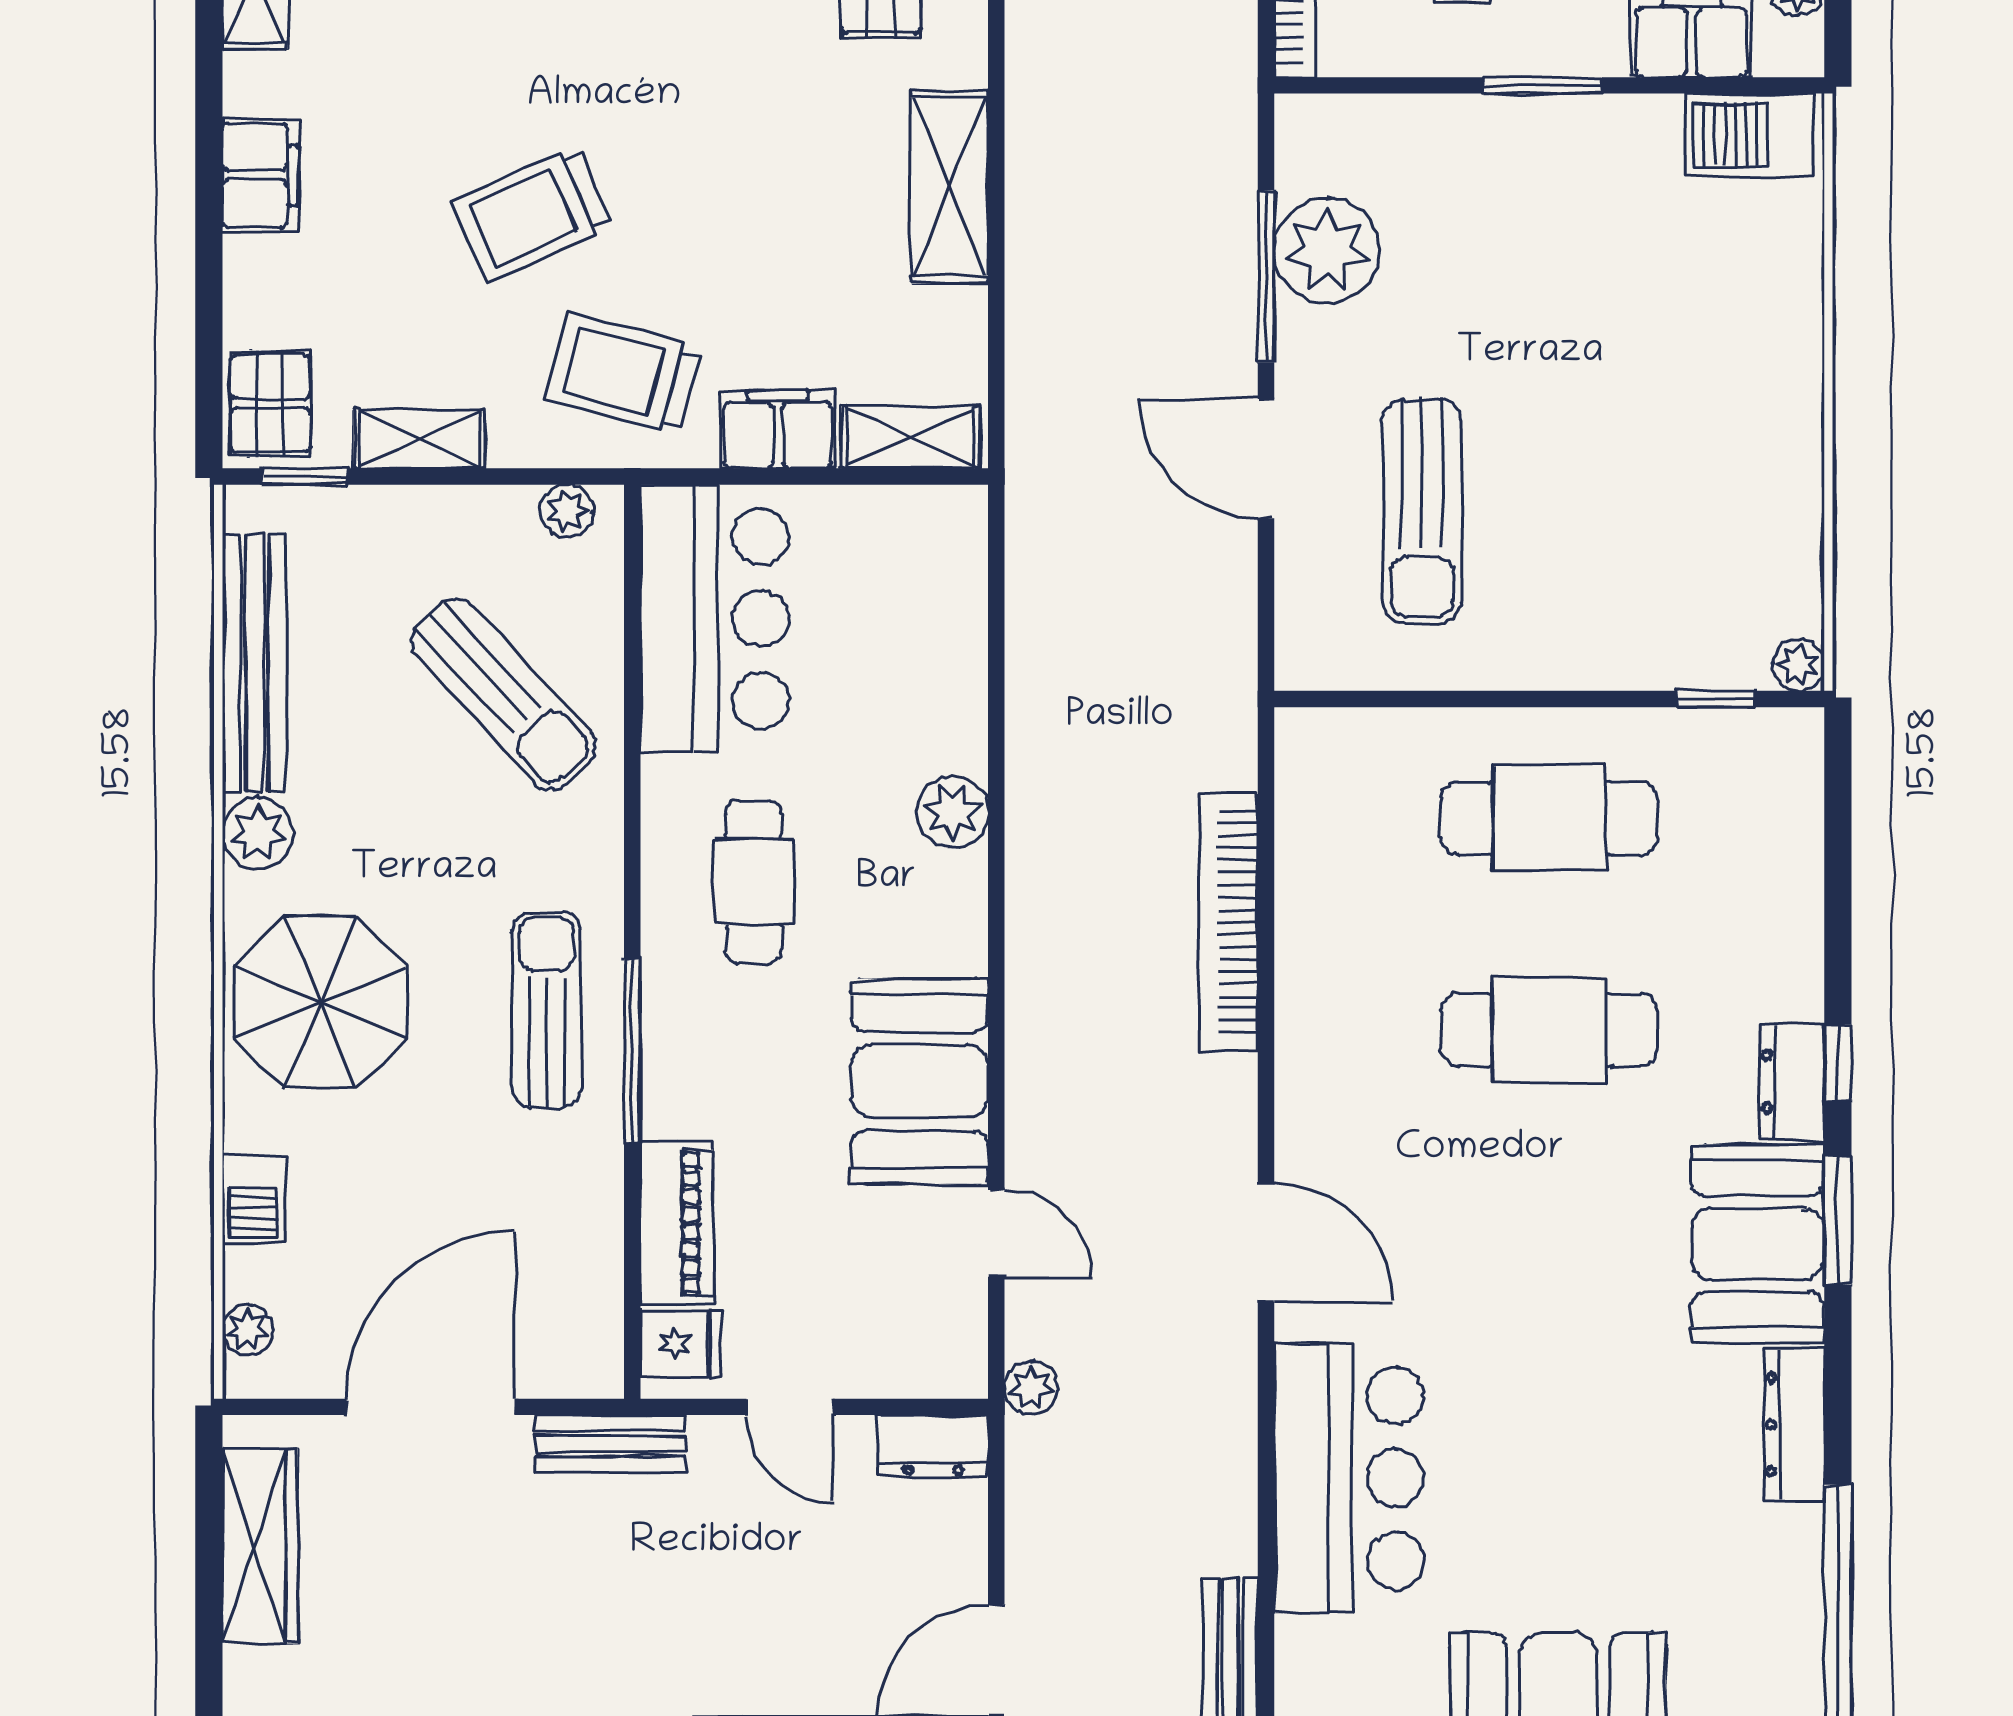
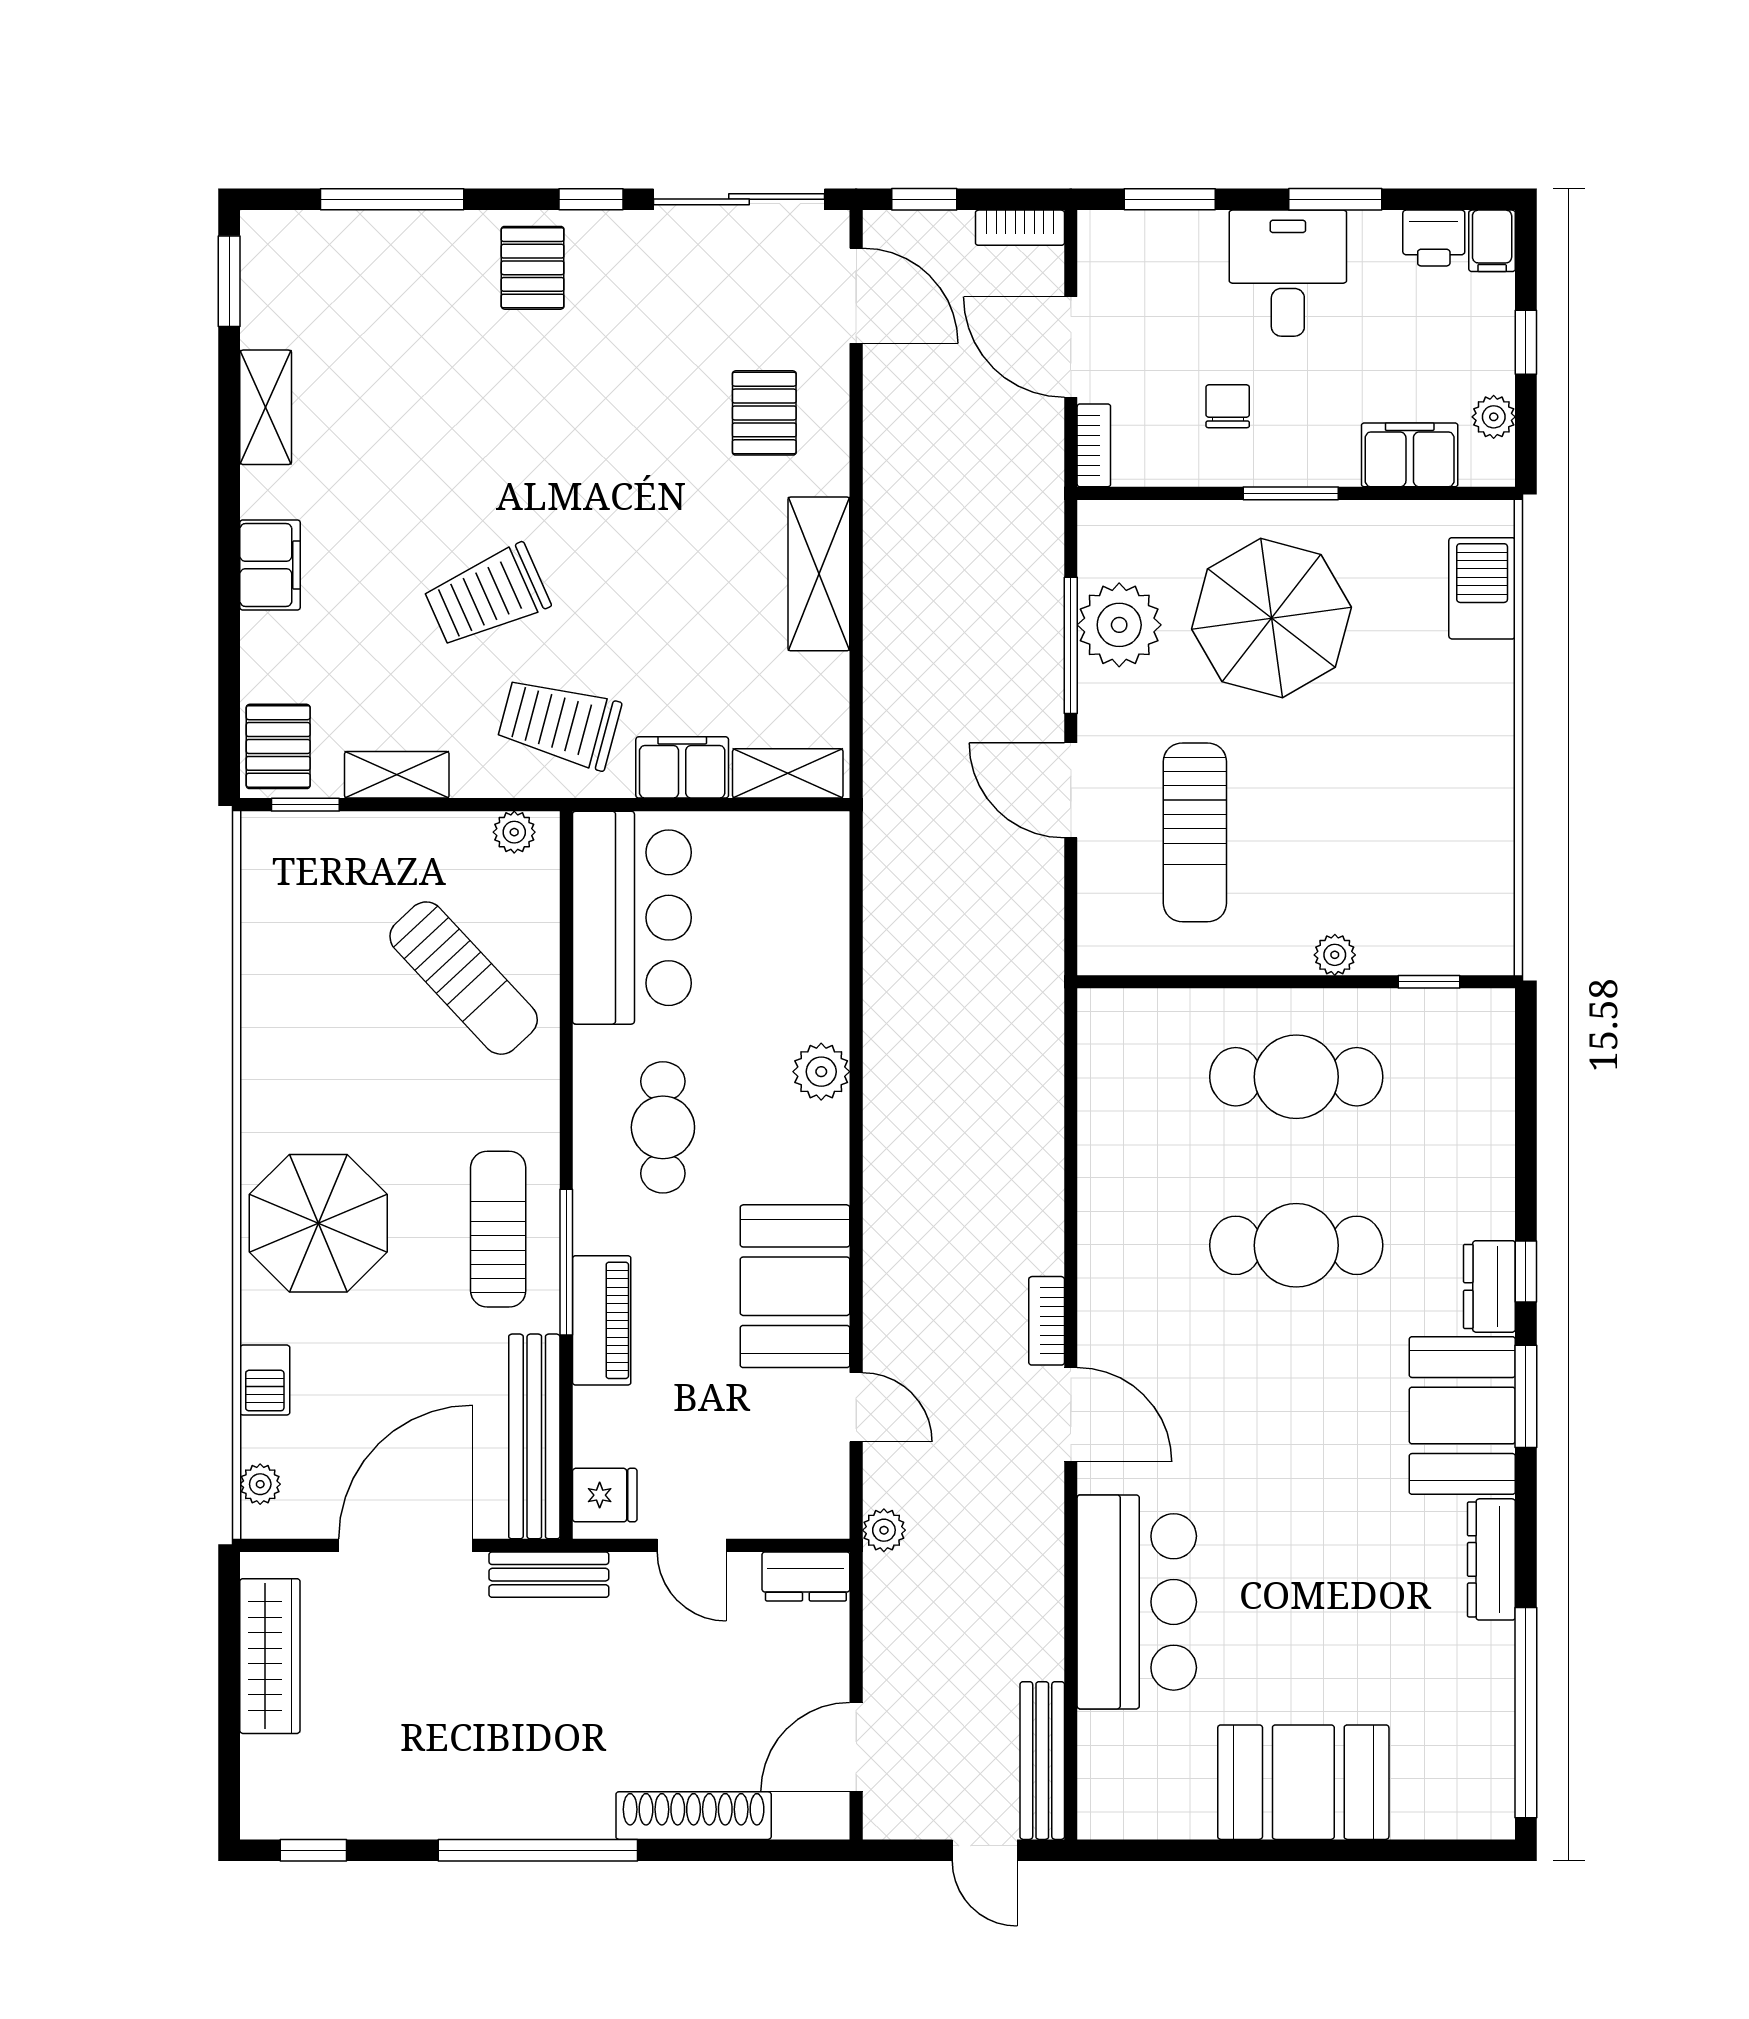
barbecue: (1749, 135) -> (1482, 588), moved, turned 90
parasol: (1518, 242) -> (1271, 618), added
bench: (254, 663) -> (534, 1436), moved
plant: (1798, 665) -> (1335, 955), moved
plant: (258, 833) -> (268, 1089), removed
bookcase: (1229, 922) -> (1047, 1321), moved, width x0.43, depth x0.76
piano: (677, 1223) -> (602, 1320), moved

